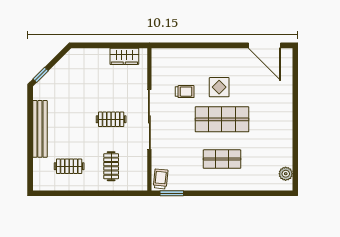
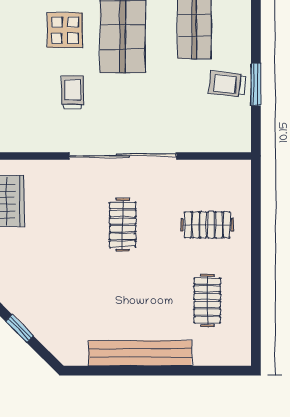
window: (41, 75) -> (19, 328), moved
trolley: (161, 179) -> (227, 84), moved
window: (172, 193) -> (256, 84), moved

